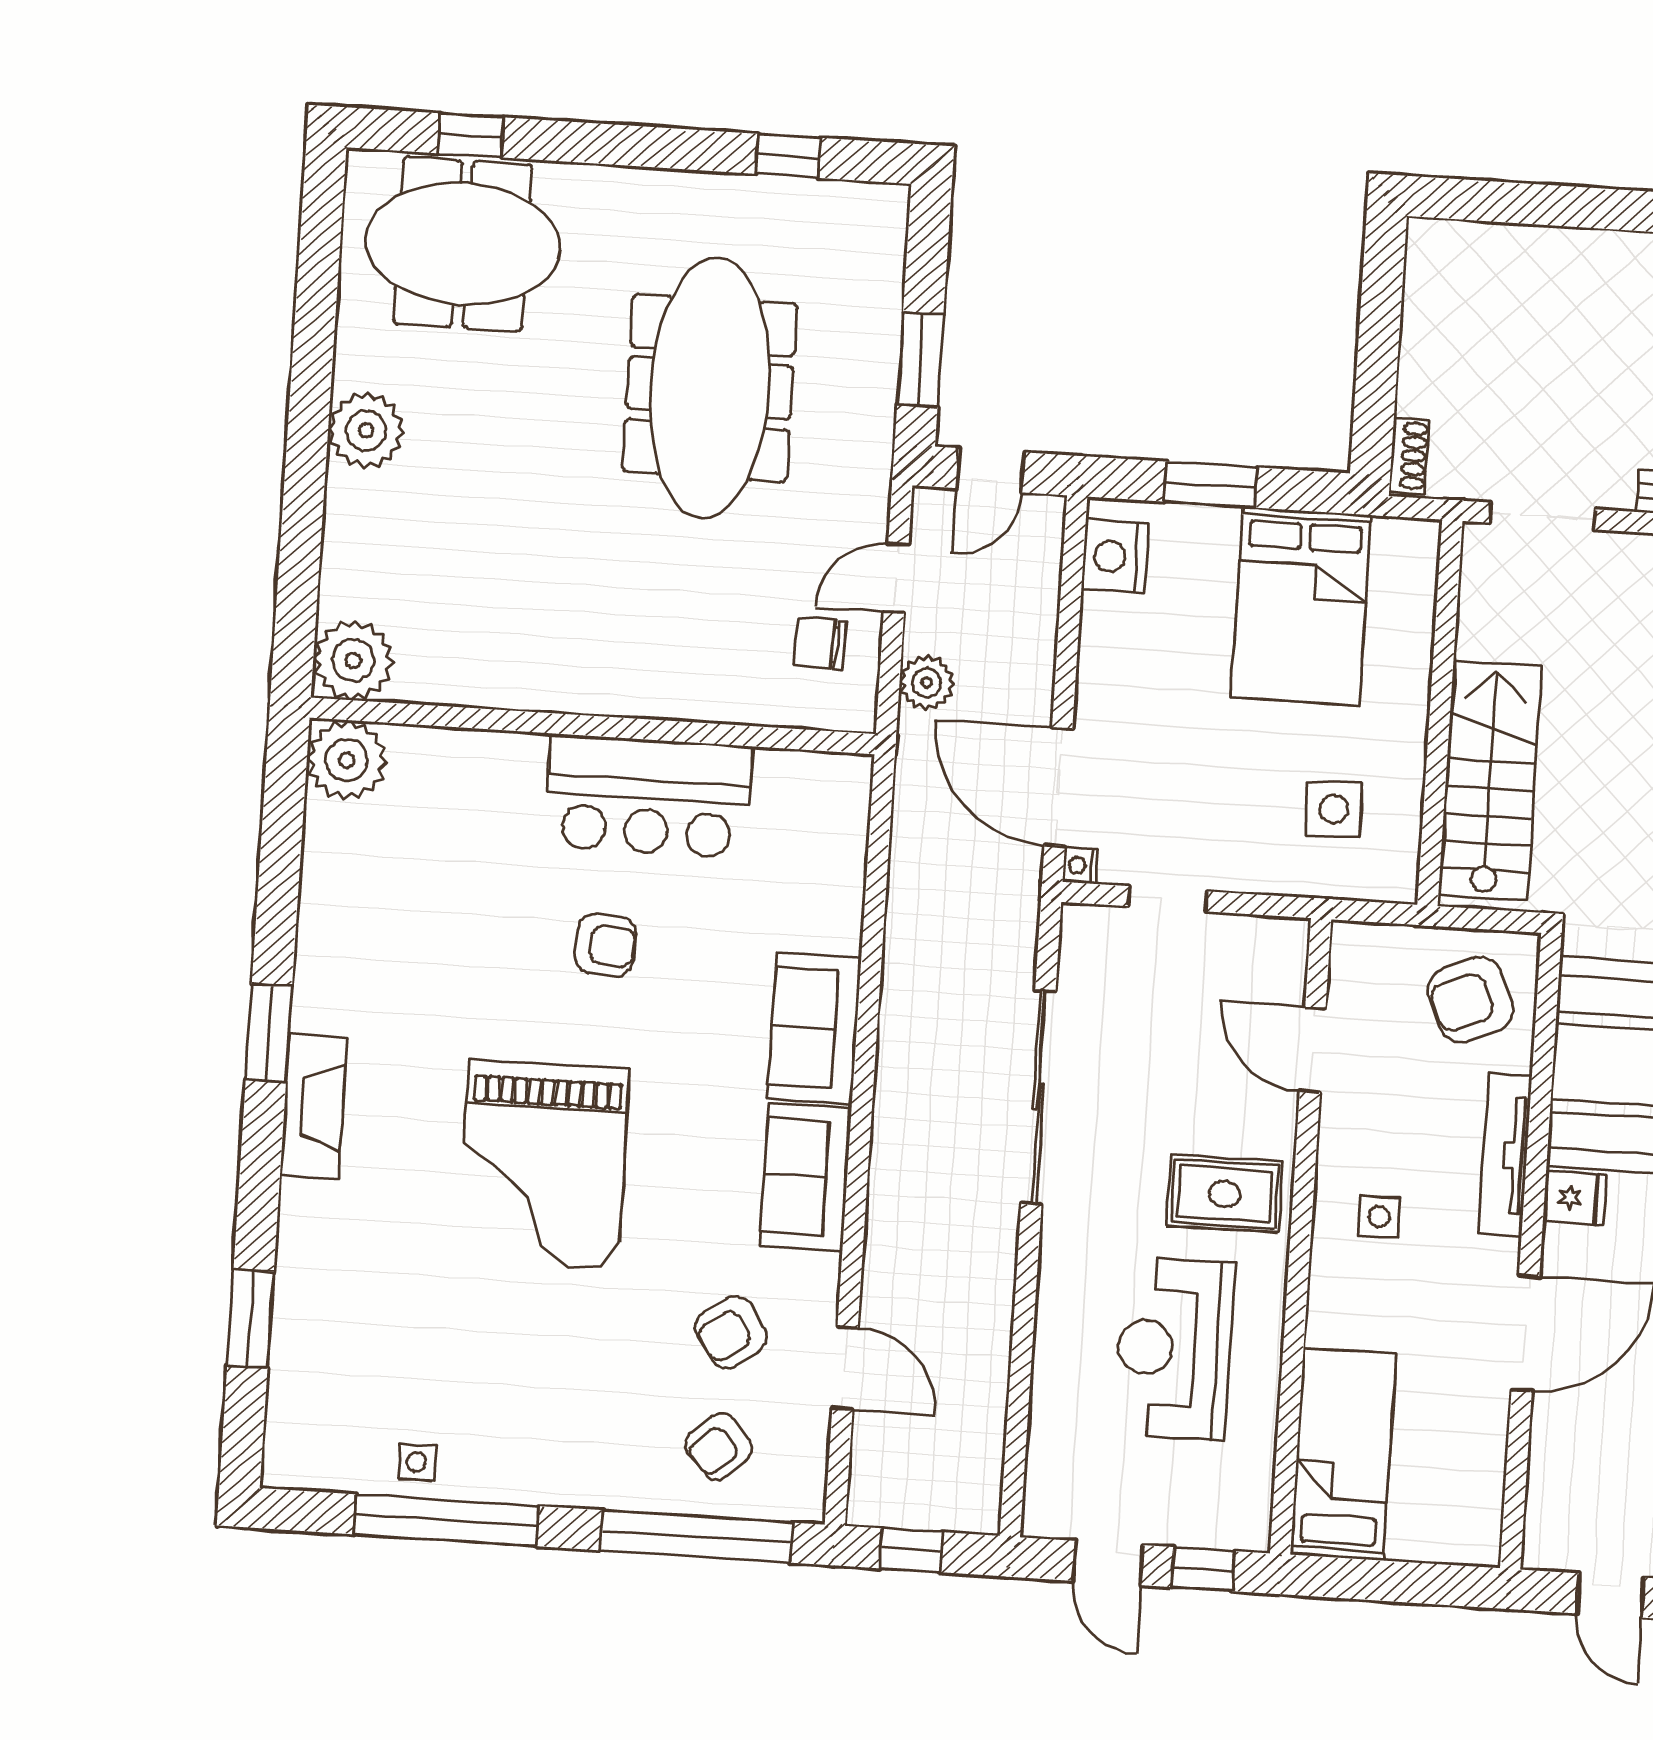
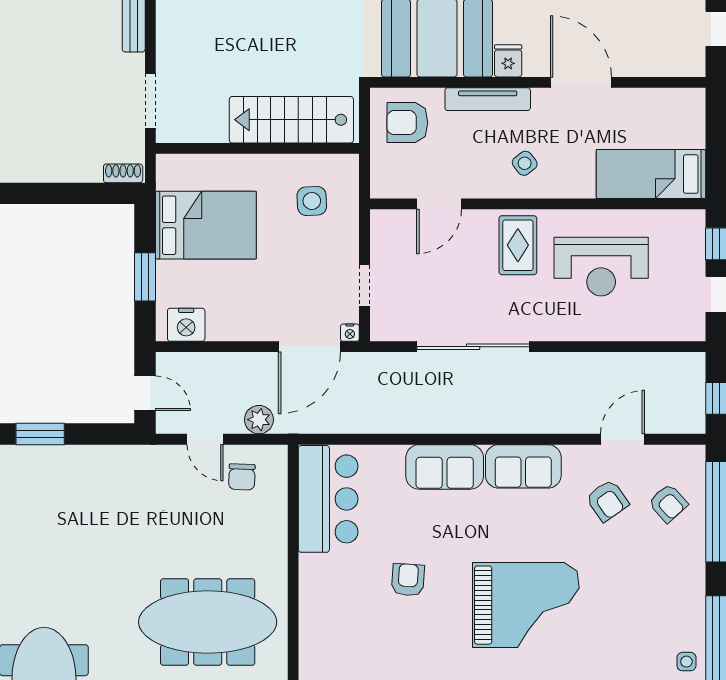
window: (920, 360) -> (40, 434), moved
meeting table: (710, 388) -> (208, 622), moved
bar counter: (648, 796) -> (328, 499), moved
armchair: (1471, 1000) -> (407, 123), turned 113
side table: (1379, 1217) -> (525, 163), turned -38

